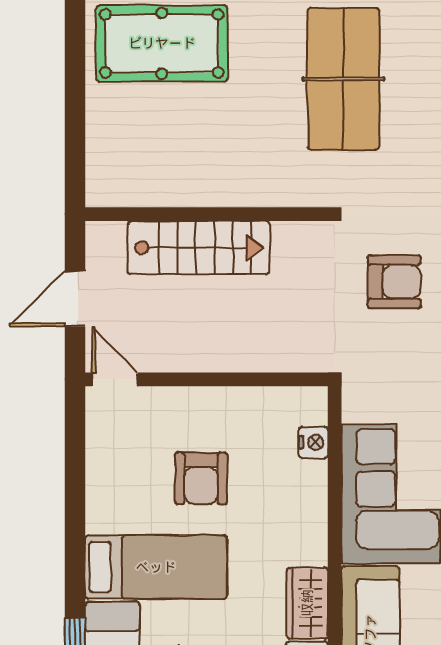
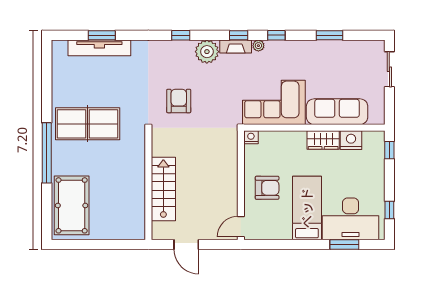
door: (115, 379) -> (241, 227), moved
wall: (207, 379) -> (241, 185), moved

